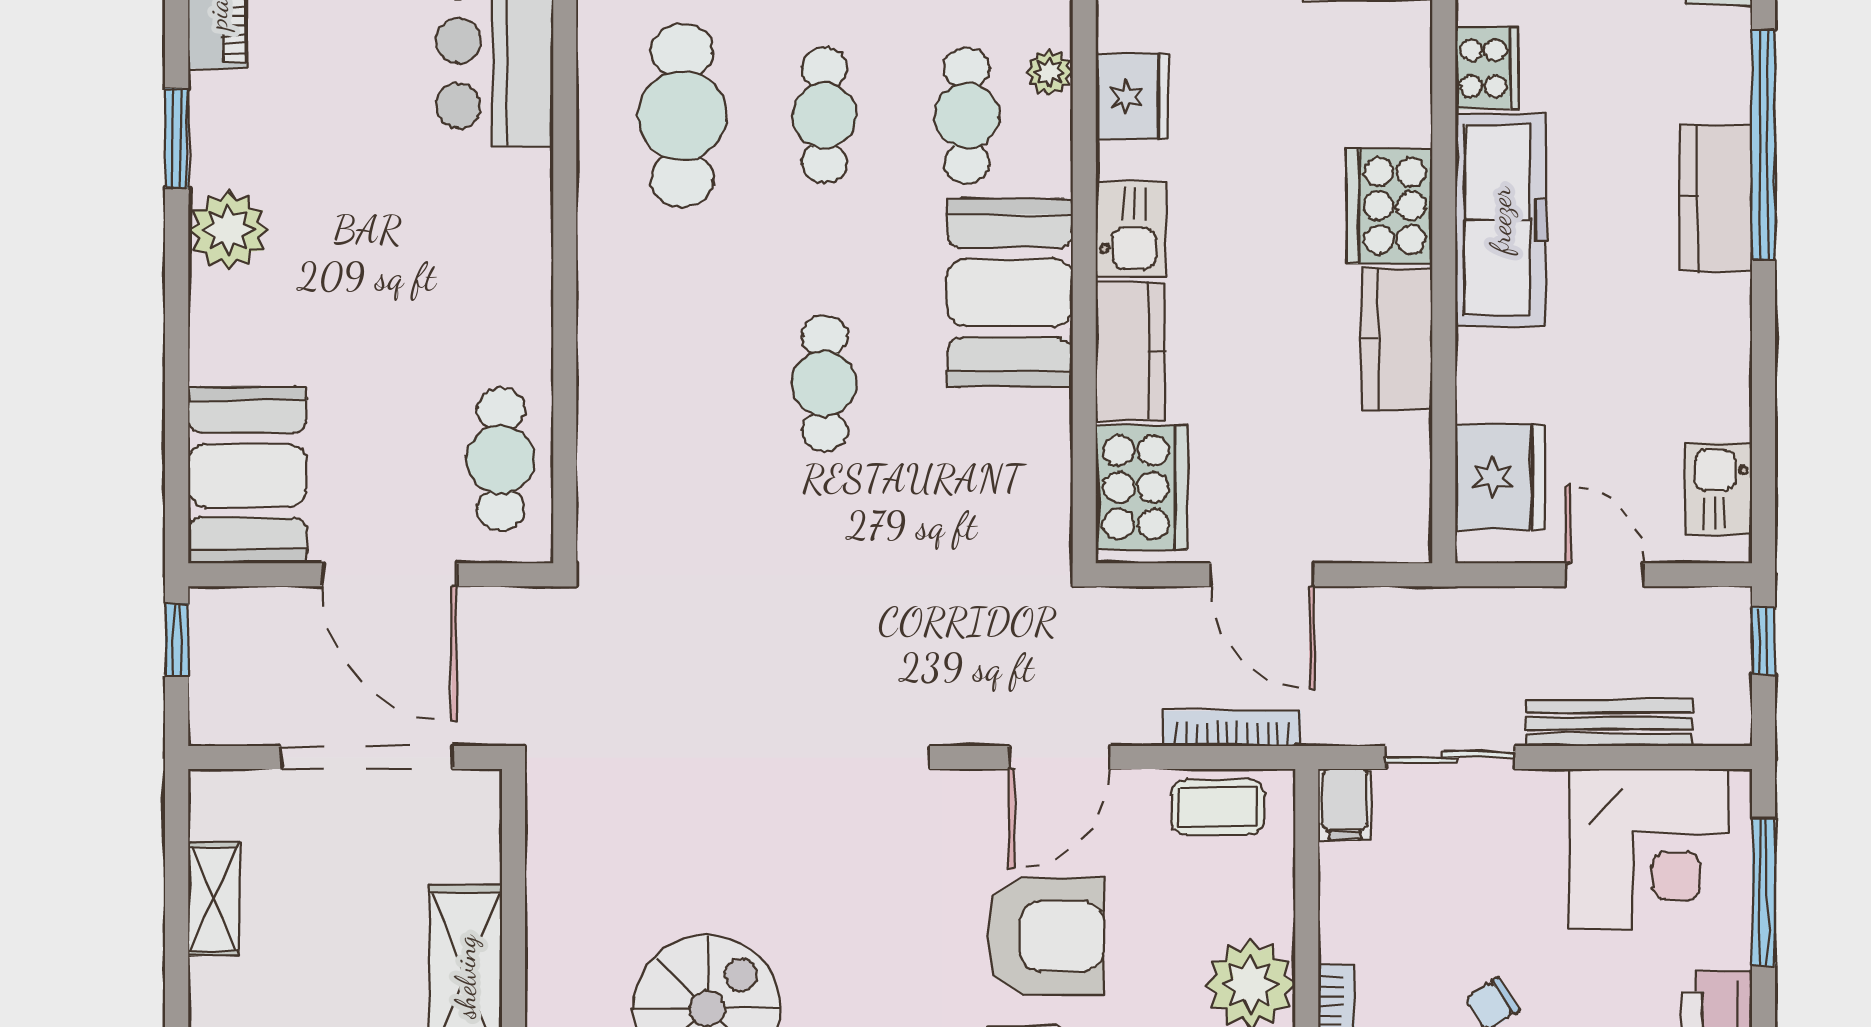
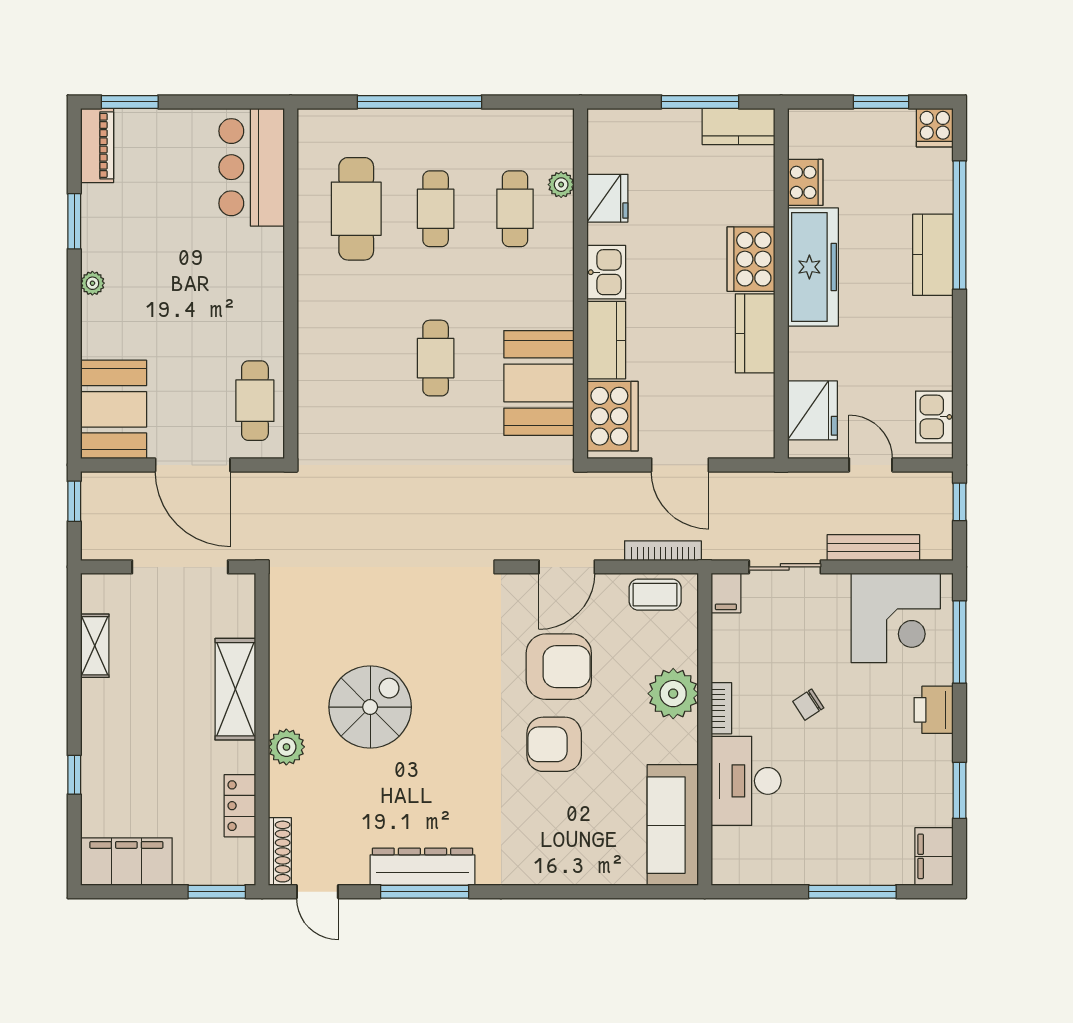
plant: (228, 230) -> (92, 283), width x0.53, depth x0.53
booth: (1010, 293) -> (539, 383), moved

